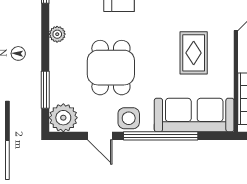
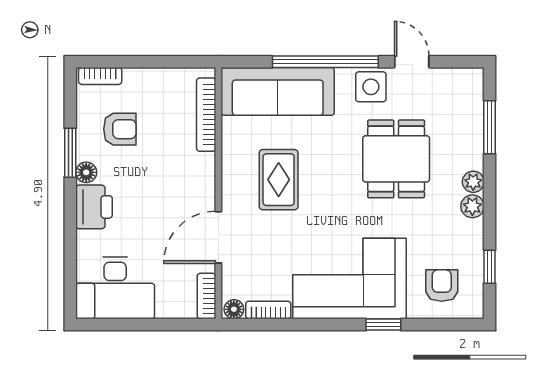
plant: (63, 118) -> (473, 182), moved, width x0.53, depth x0.53

